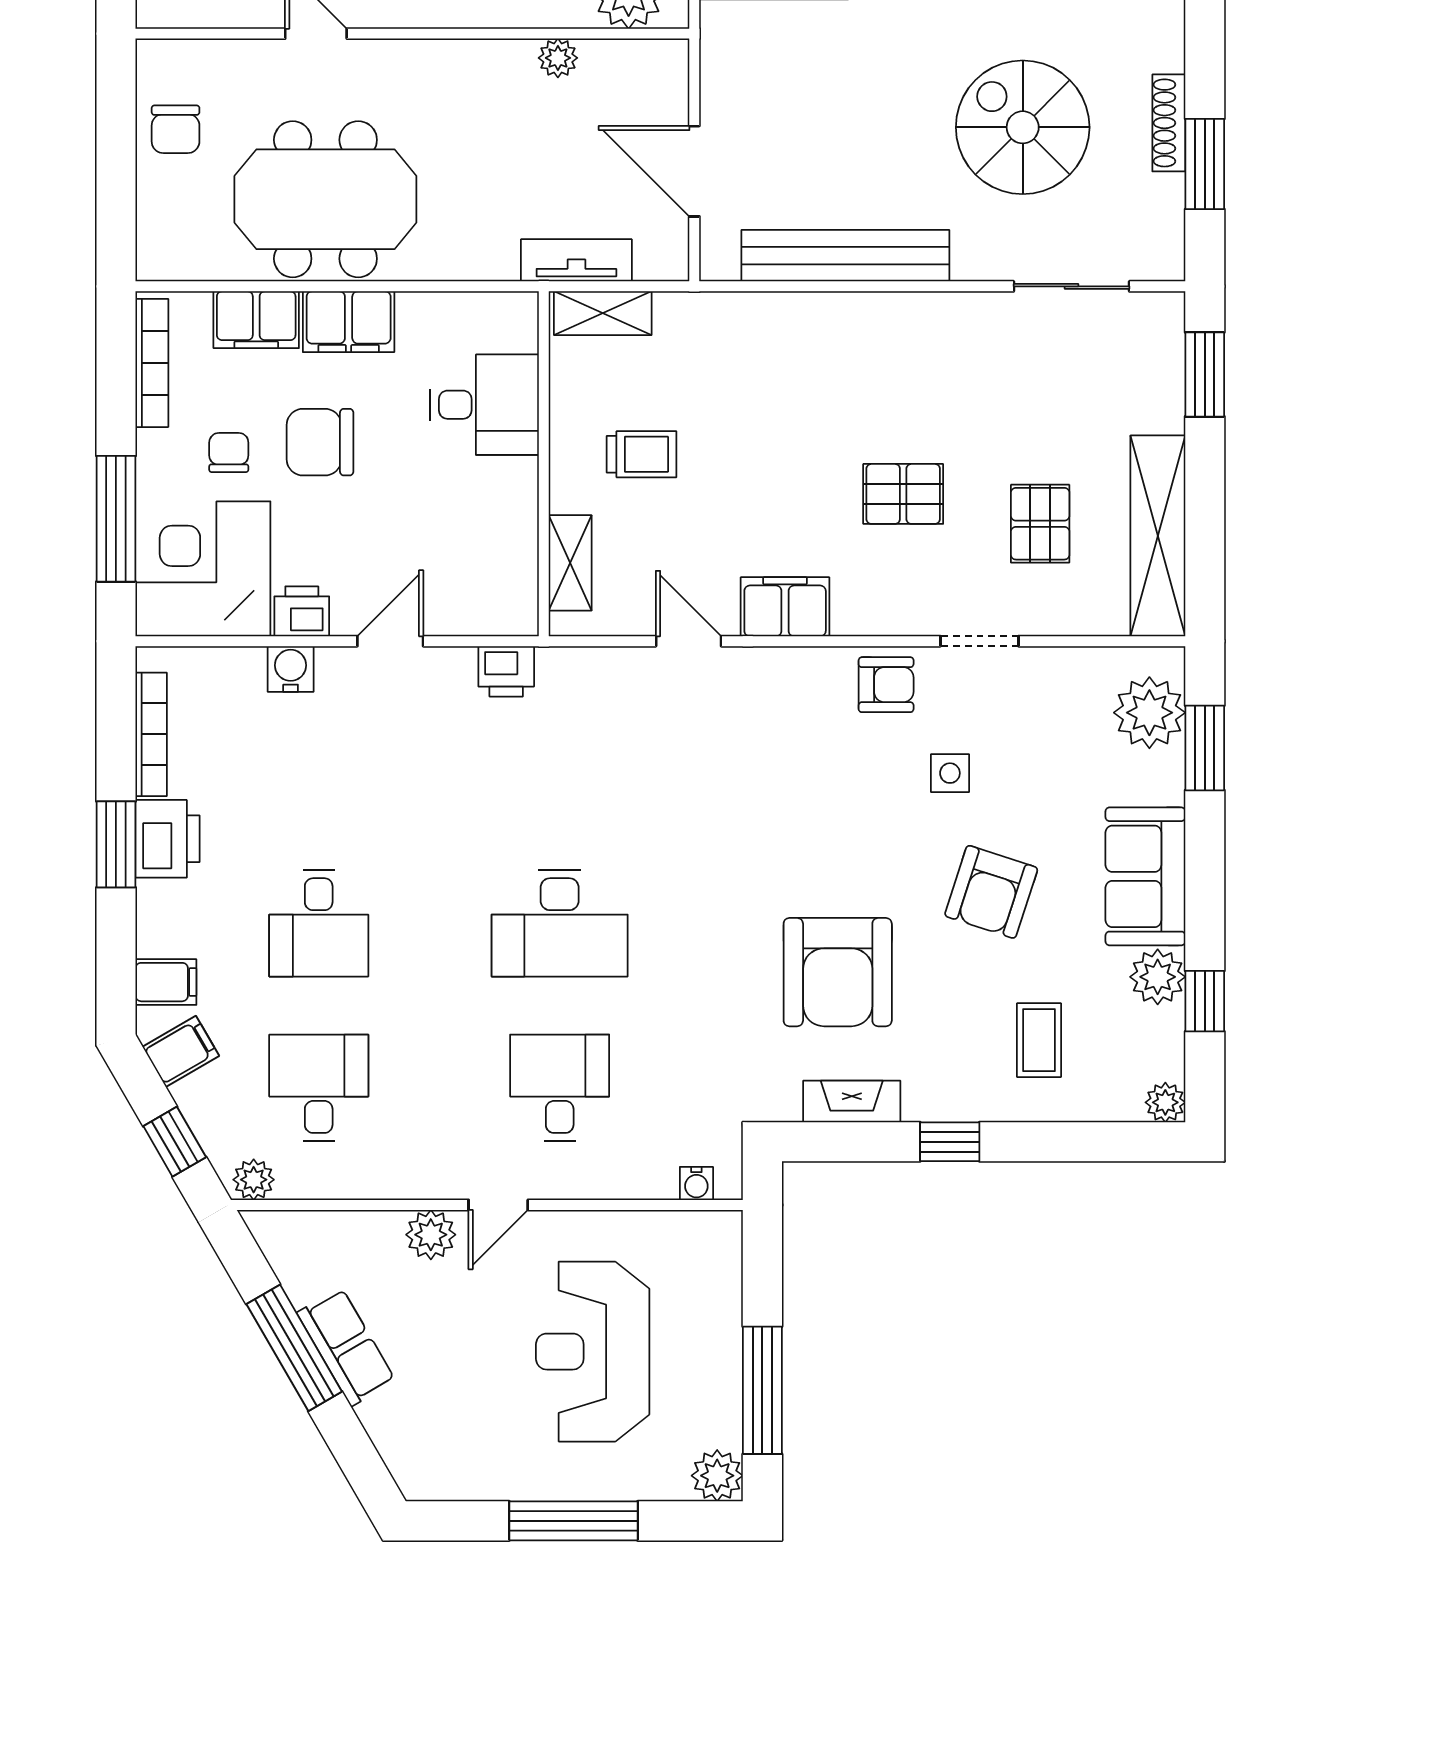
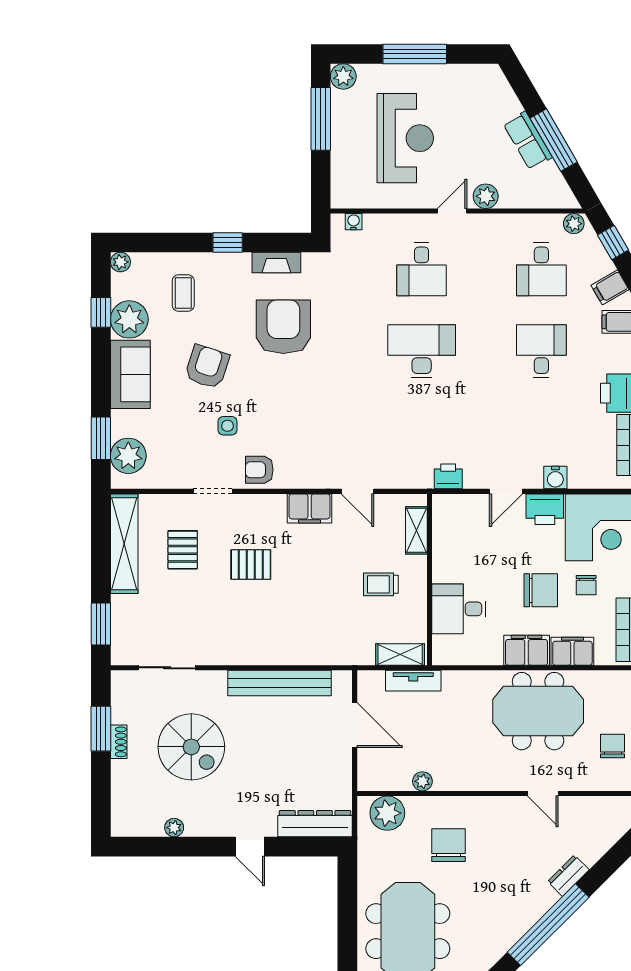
shoe rack: (1169, 123) -> (119, 742), width x0.70
printer: (302, 611) -> (545, 509), width x1.36, depth x1.24
plant: (1158, 977) -> (129, 319), width x1.36, depth x1.36

